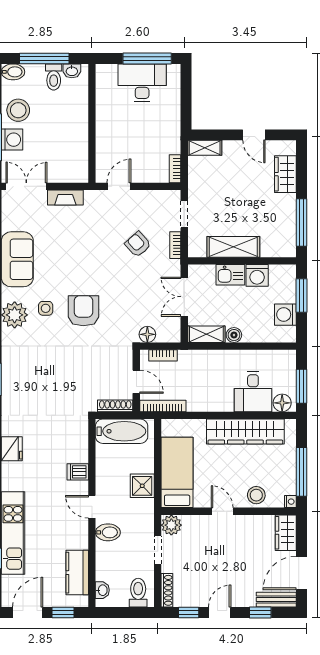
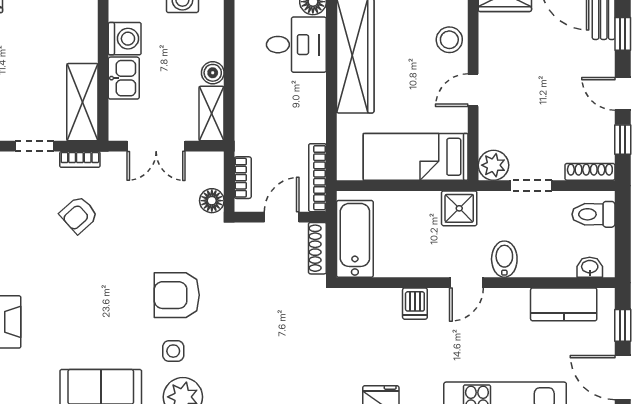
shelving: (233, 247) -> (82, 102), moved
shower: (142, 486) -> (459, 208), moved

